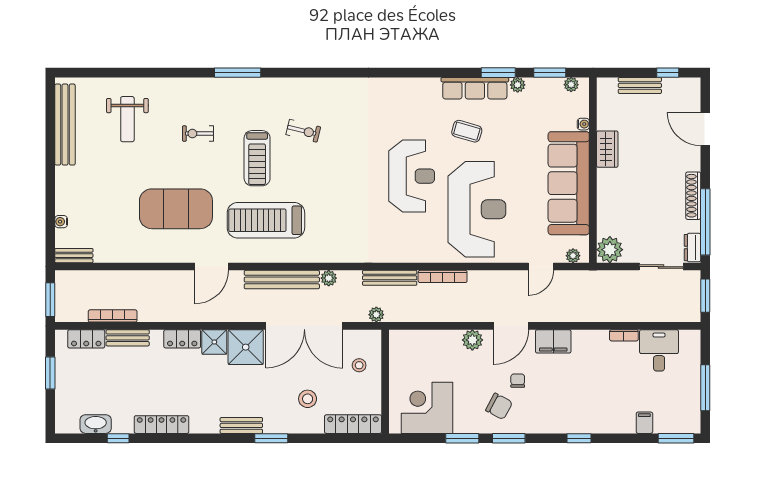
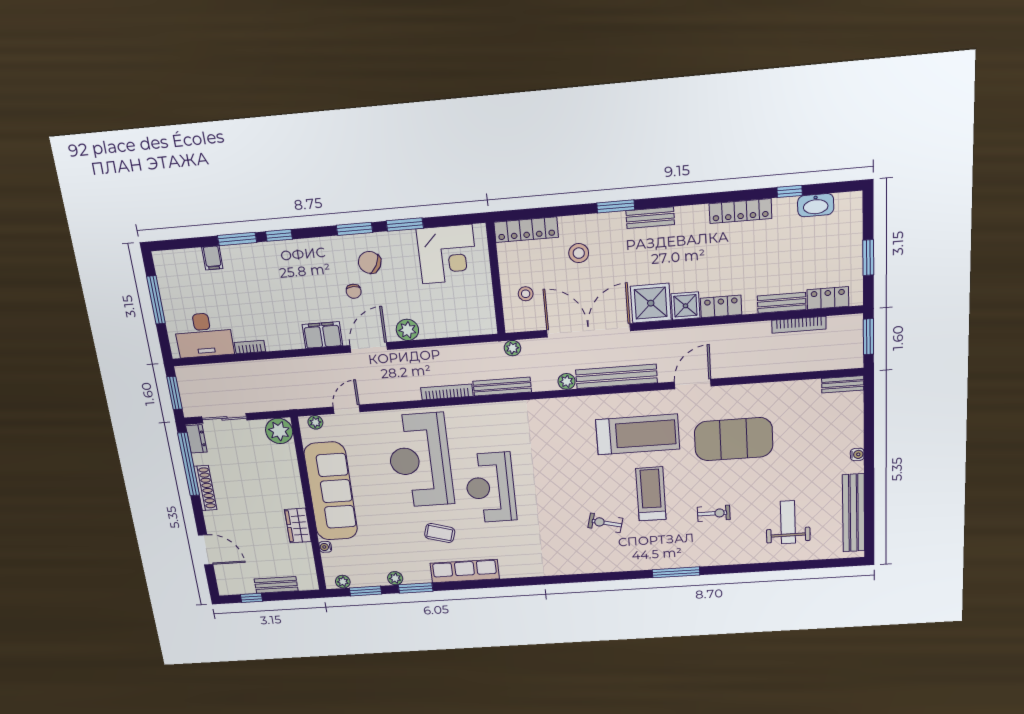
row of seats: (475, 88) -> (465, 571), moved
water cooler: (61, 222) -> (857, 454), moved
desk: (659, 350) -> (204, 335), width x1.37
window: (676, 438) -> (237, 239), moved

